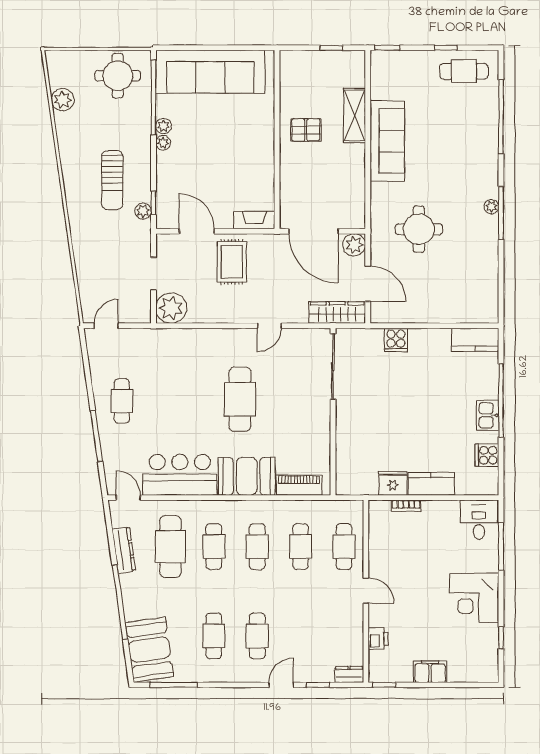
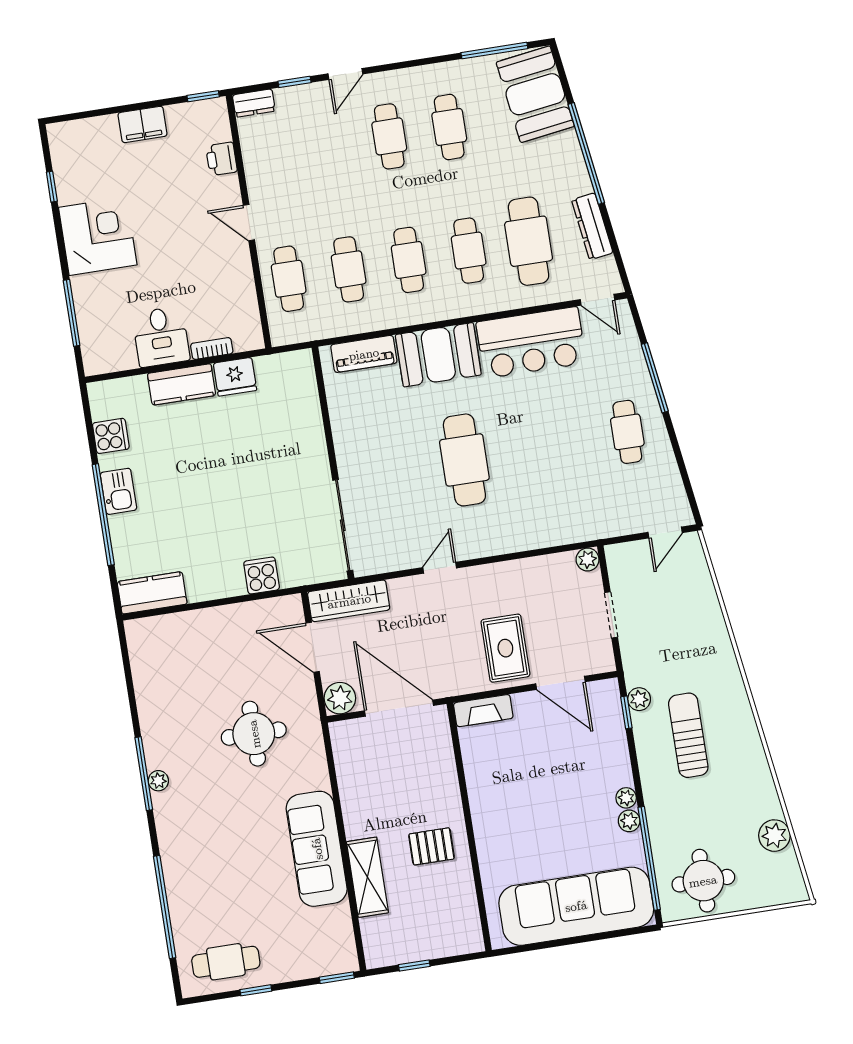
plant: (171, 308) -> (588, 559), width x0.53, depth x0.53
desk: (479, 520) -> (161, 337), moved

